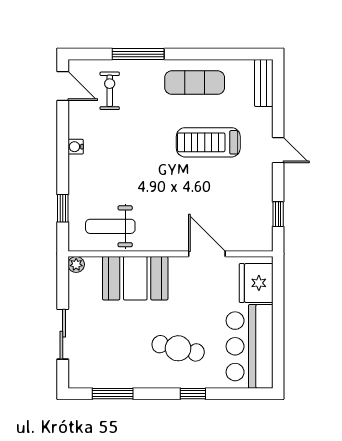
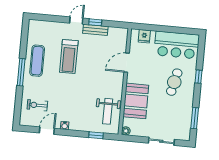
window: (138, 54) -> (21, 72), moved
bench: (264, 83) -> (95, 30), moved
door: (63, 86) -> (47, 131), moved
window: (278, 214) -> (95, 22), moved
fridge: (256, 283) -> (144, 36), width x0.53, depth x0.75

